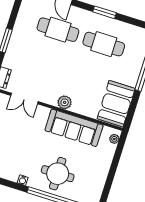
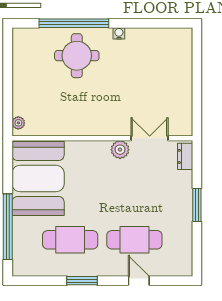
plant: (65, 102) -> (120, 150), moved
booth: (116, 104) -> (38, 179), width x1.36, depth x1.42
sofa: (74, 128) -> (74, 121), removed

